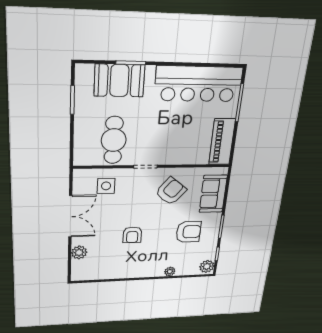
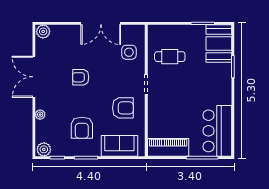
booth: (119, 81) -> (219, 44), moved
bar counter: (199, 84) -> (217, 131), width x0.73
cafe table: (114, 140) -> (170, 57), width x0.73, depth x0.74
armchair: (171, 191) -> (123, 108), turned -39
plant: (79, 252) -> (43, 31), moved
double door: (129, 279) -> (34, 77), added

